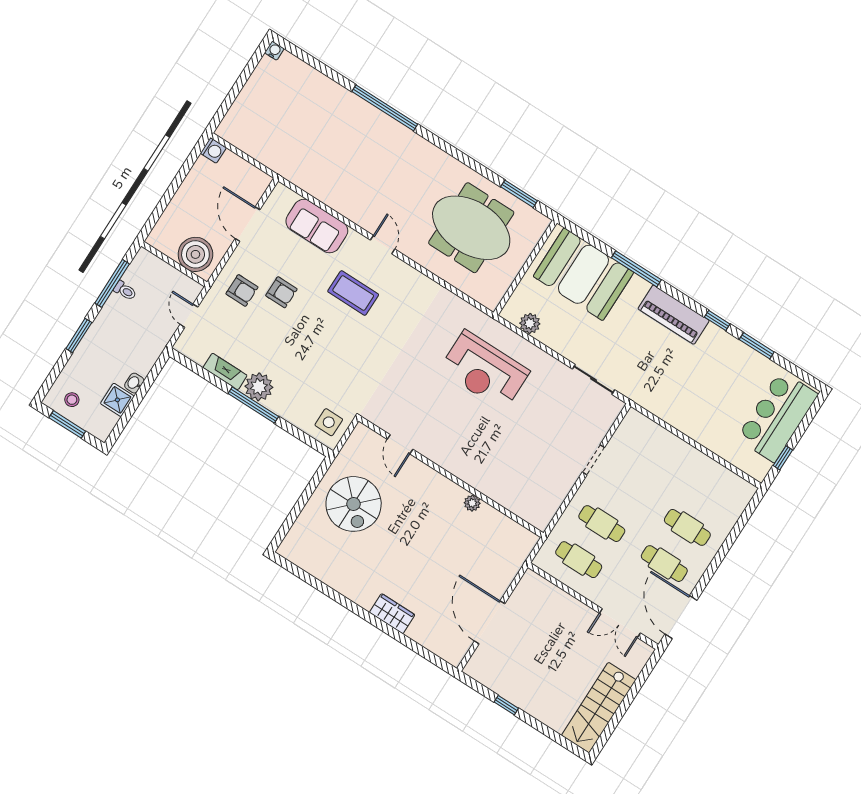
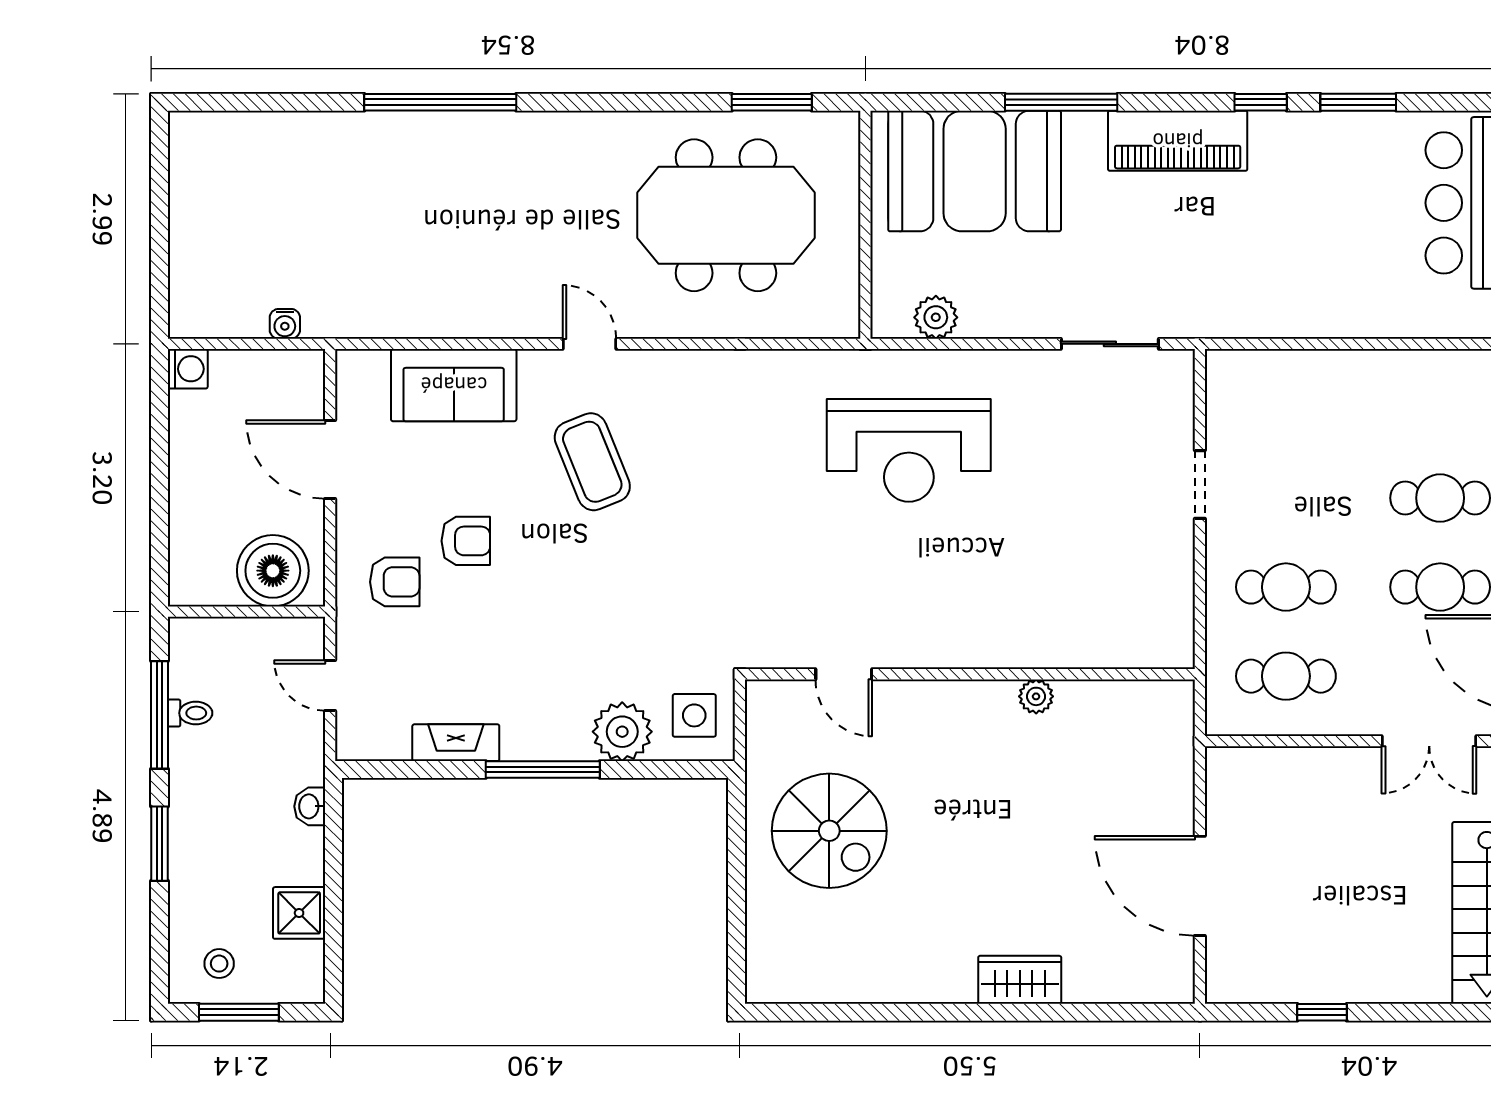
water cooler: (274, 51) -> (285, 324), moved, turned 180
coffee table: (353, 293) -> (592, 462), turned 68
washbasin: (134, 383) -> (310, 806), moved
plant: (259, 387) -> (622, 732), moved

